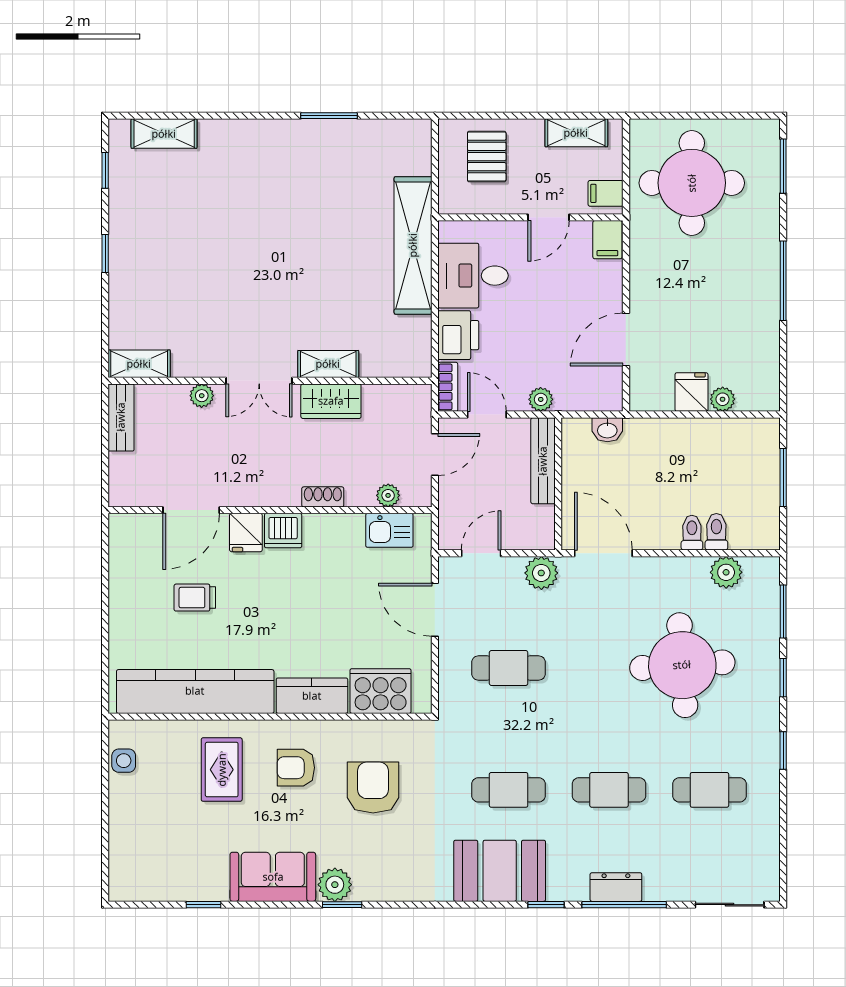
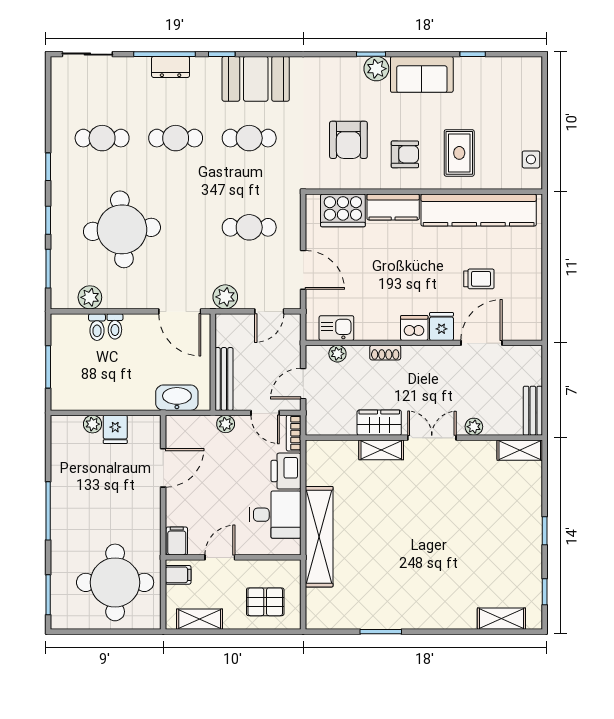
pallet: (487, 157) -> (265, 602), turned 90
washbasin: (607, 430) -> (177, 398), width x1.91, depth x1.45

